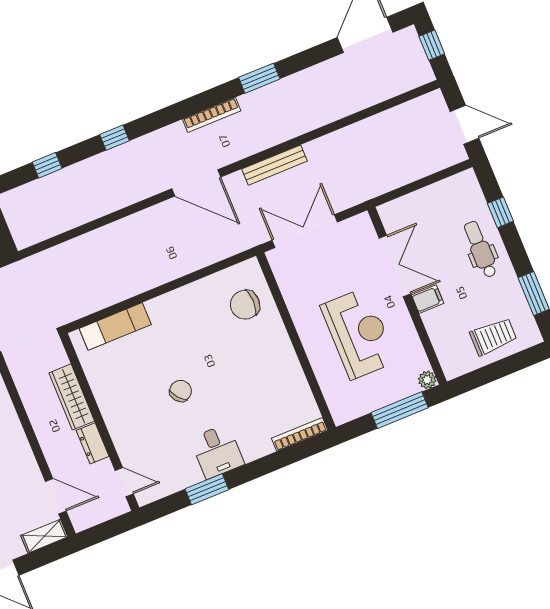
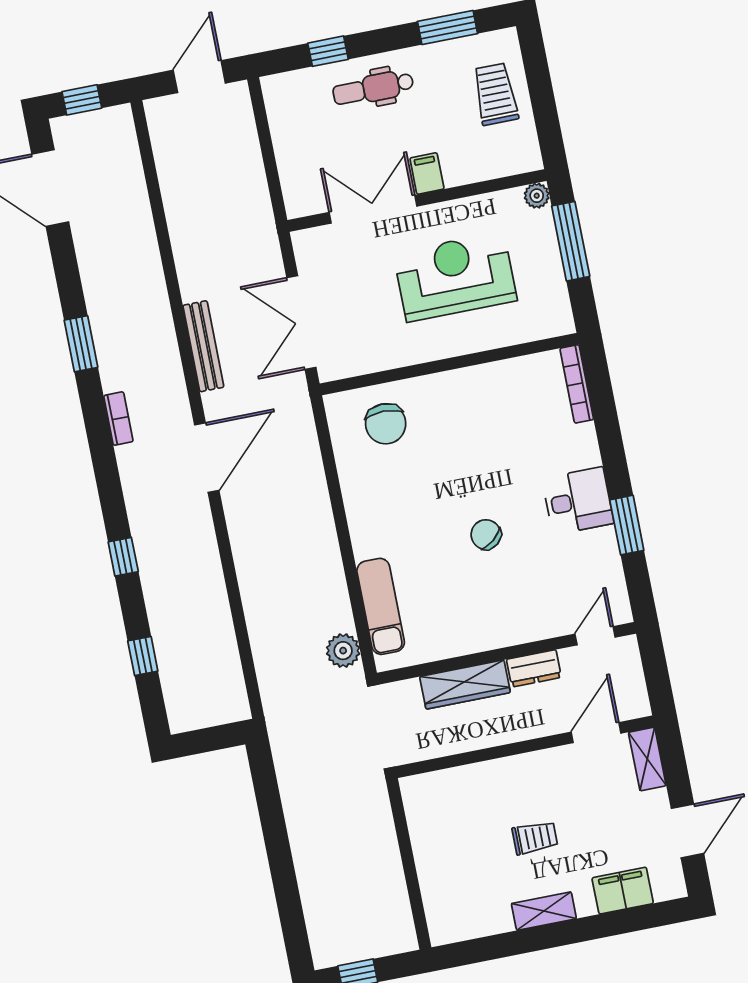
bookcase: (212, 115) -> (118, 419), width x0.64
plant: (79, 306) -> (343, 651), added

